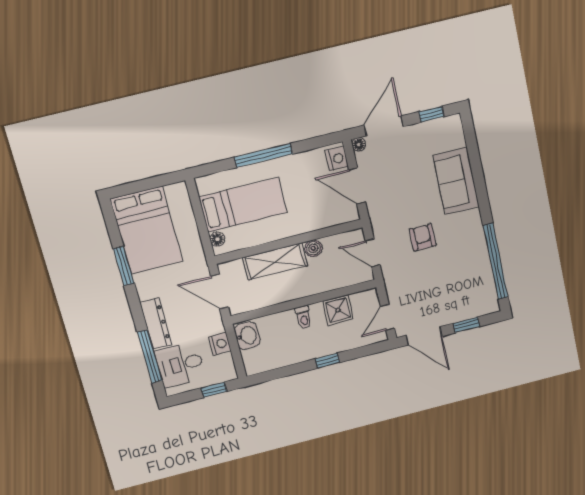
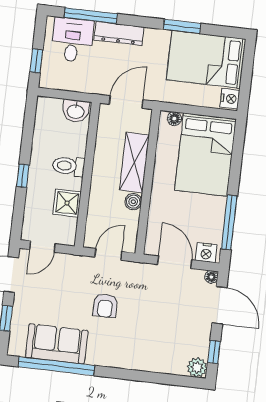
plant: (452, 125) -> (197, 367), added
window: (263, 156) -> (229, 222), moved
sofa: (456, 181) -> (57, 344), moved
door: (357, 186) -> (175, 262), hinge flipped
bed: (243, 205) -> (205, 155), width x1.50
armchair: (423, 237) -> (105, 306), turned 90
toilet: (304, 317) -> (69, 166), width x1.37, depth x1.39
door: (388, 317) -> (42, 247), swing flipped
nightstand: (220, 344) -> (230, 99), moved, turned -90

